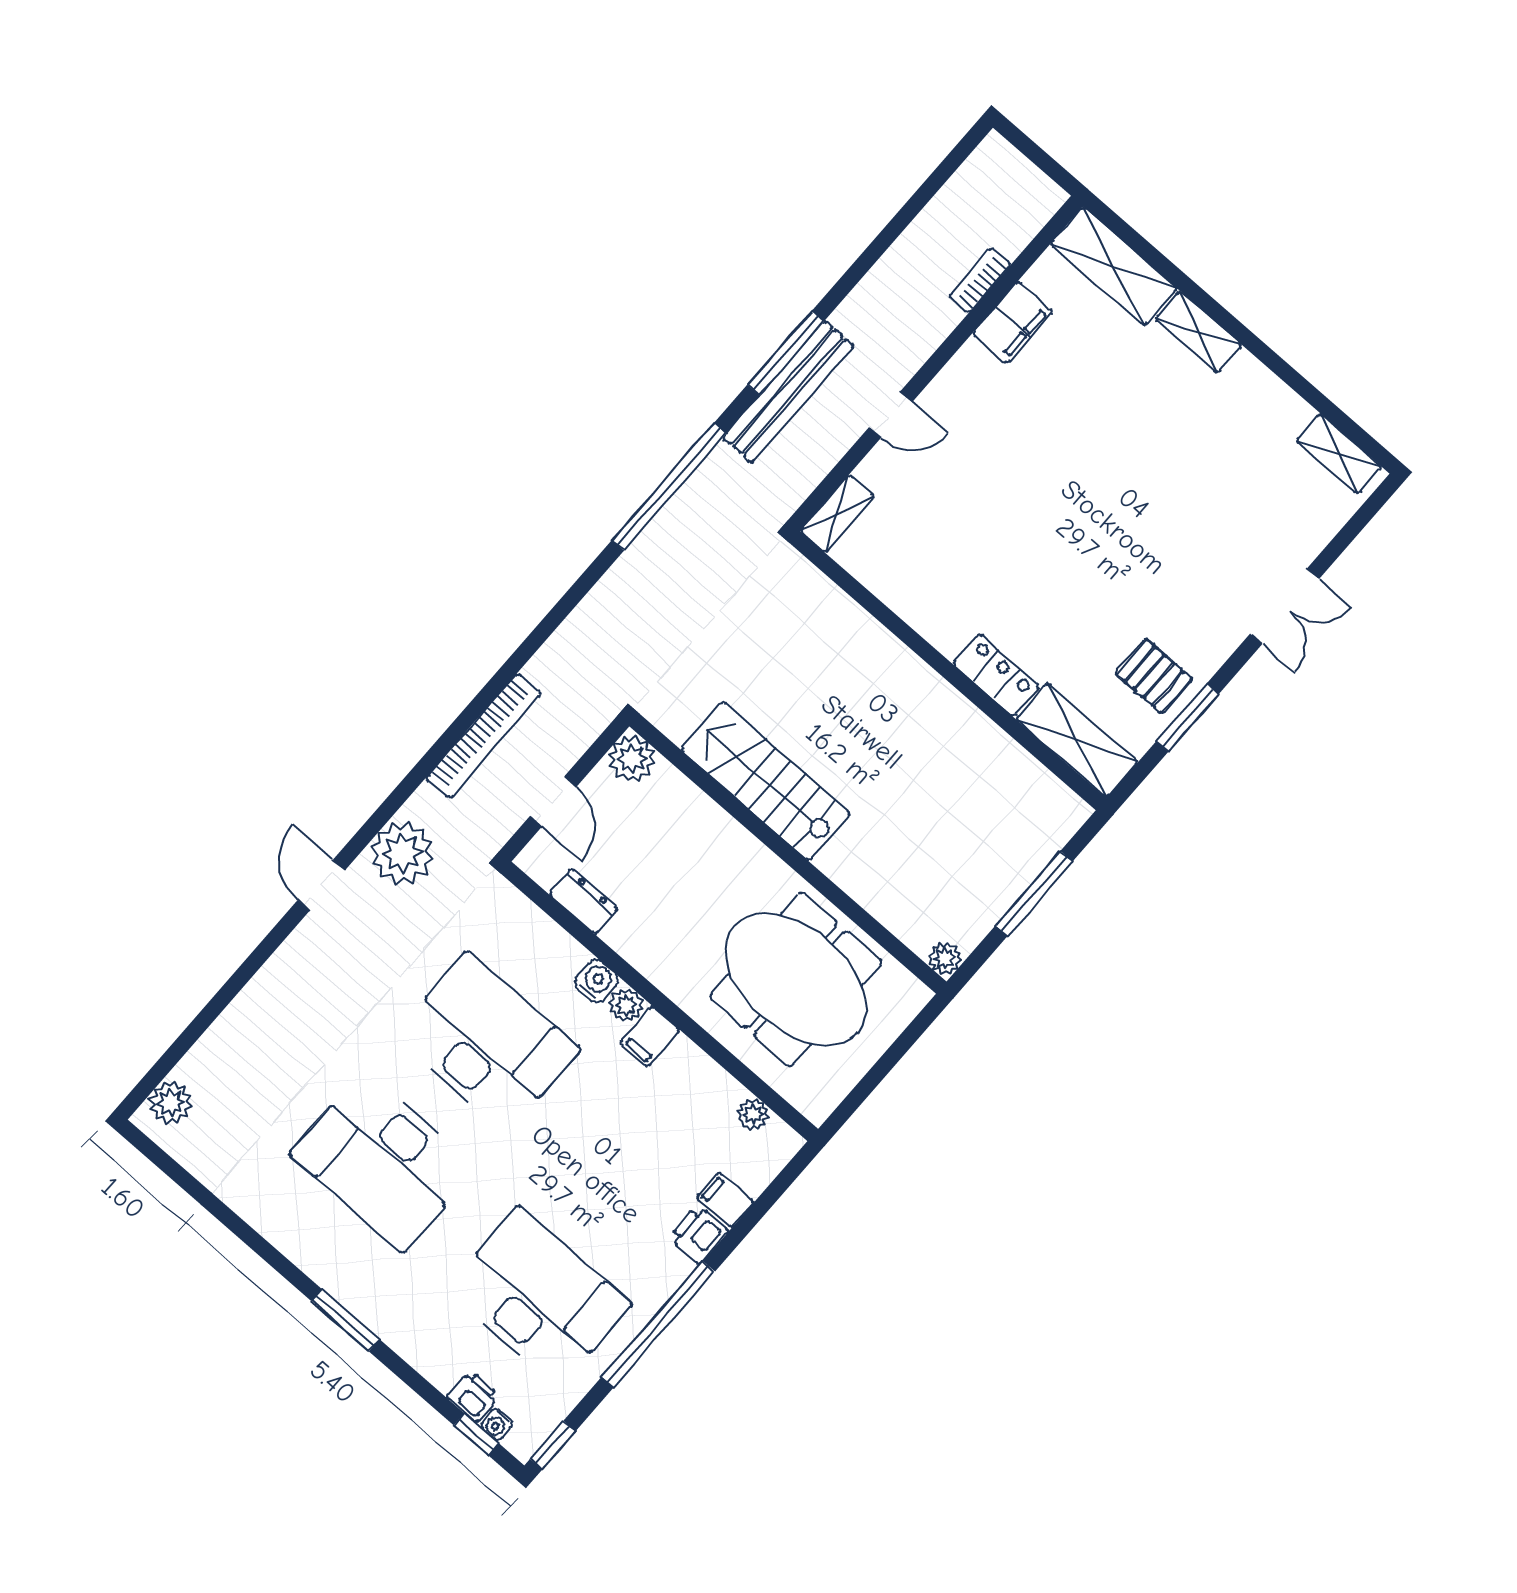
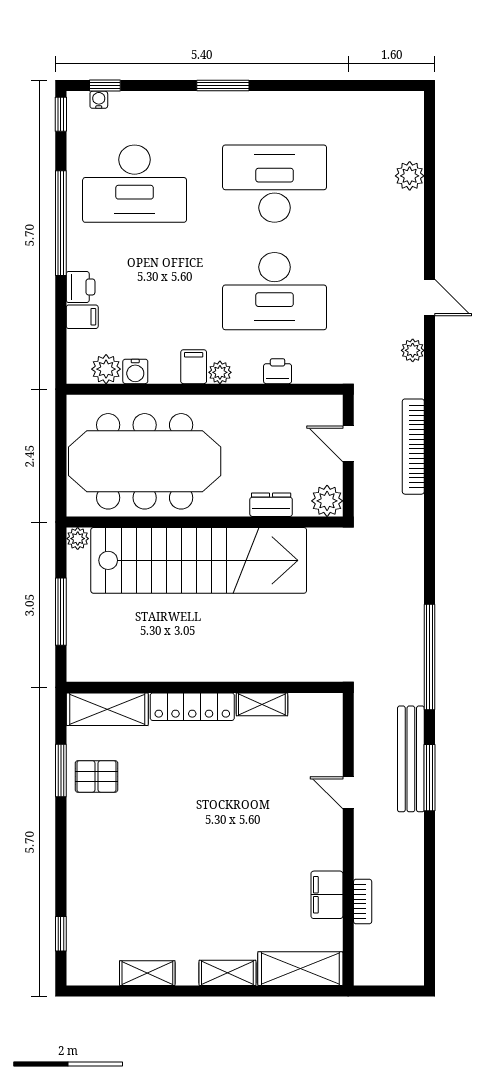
door: (891, 415) -> (348, 793), hinge flipped
shelving: (1339, 454) -> (147, 973), moved
shelving: (837, 514) -> (262, 704), moved, turned 90
window: (1345, 536) -> (61, 934), added
double door: (1285, 606) -> (61, 871), removed
locker: (996, 675) -> (192, 707), width x1.53
stairs: (766, 781) -> (199, 560), width x1.86, depth x1.51
plant: (402, 853) -> (413, 350), width x0.53, depth x0.53
dresser: (584, 901) -> (271, 505), moved, turned 180
meeting table: (796, 979) -> (145, 461), width x1.36
water cooler: (596, 981) -> (135, 371), moved
plant: (171, 1103) -> (410, 176), moved
plant: (753, 1114) -> (106, 369), width x1.38, depth x1.38
printer: (473, 1396) -> (278, 371), moved, turned 180

